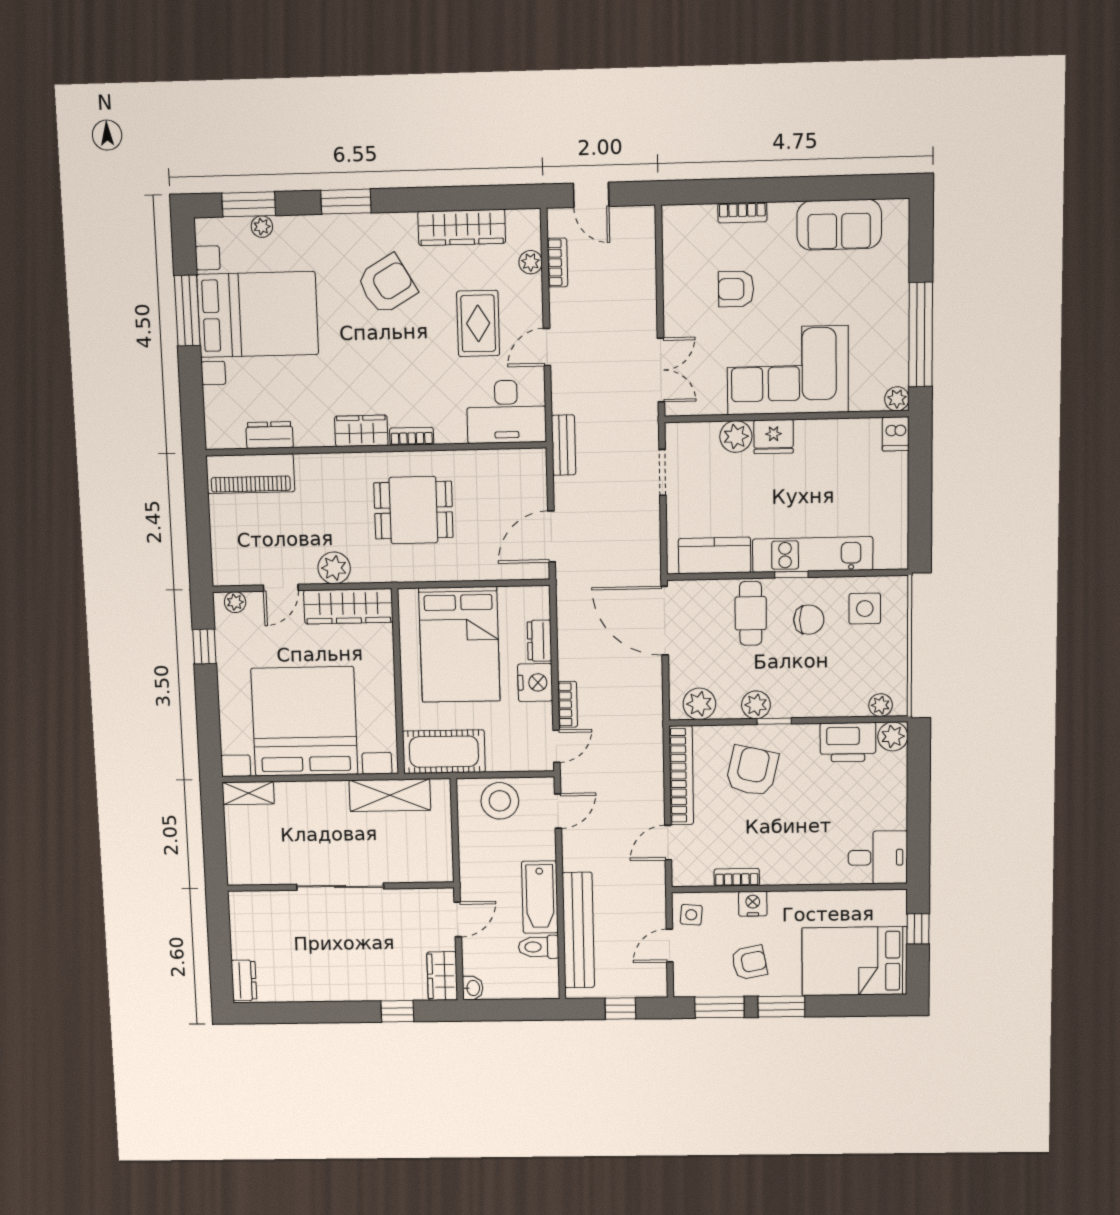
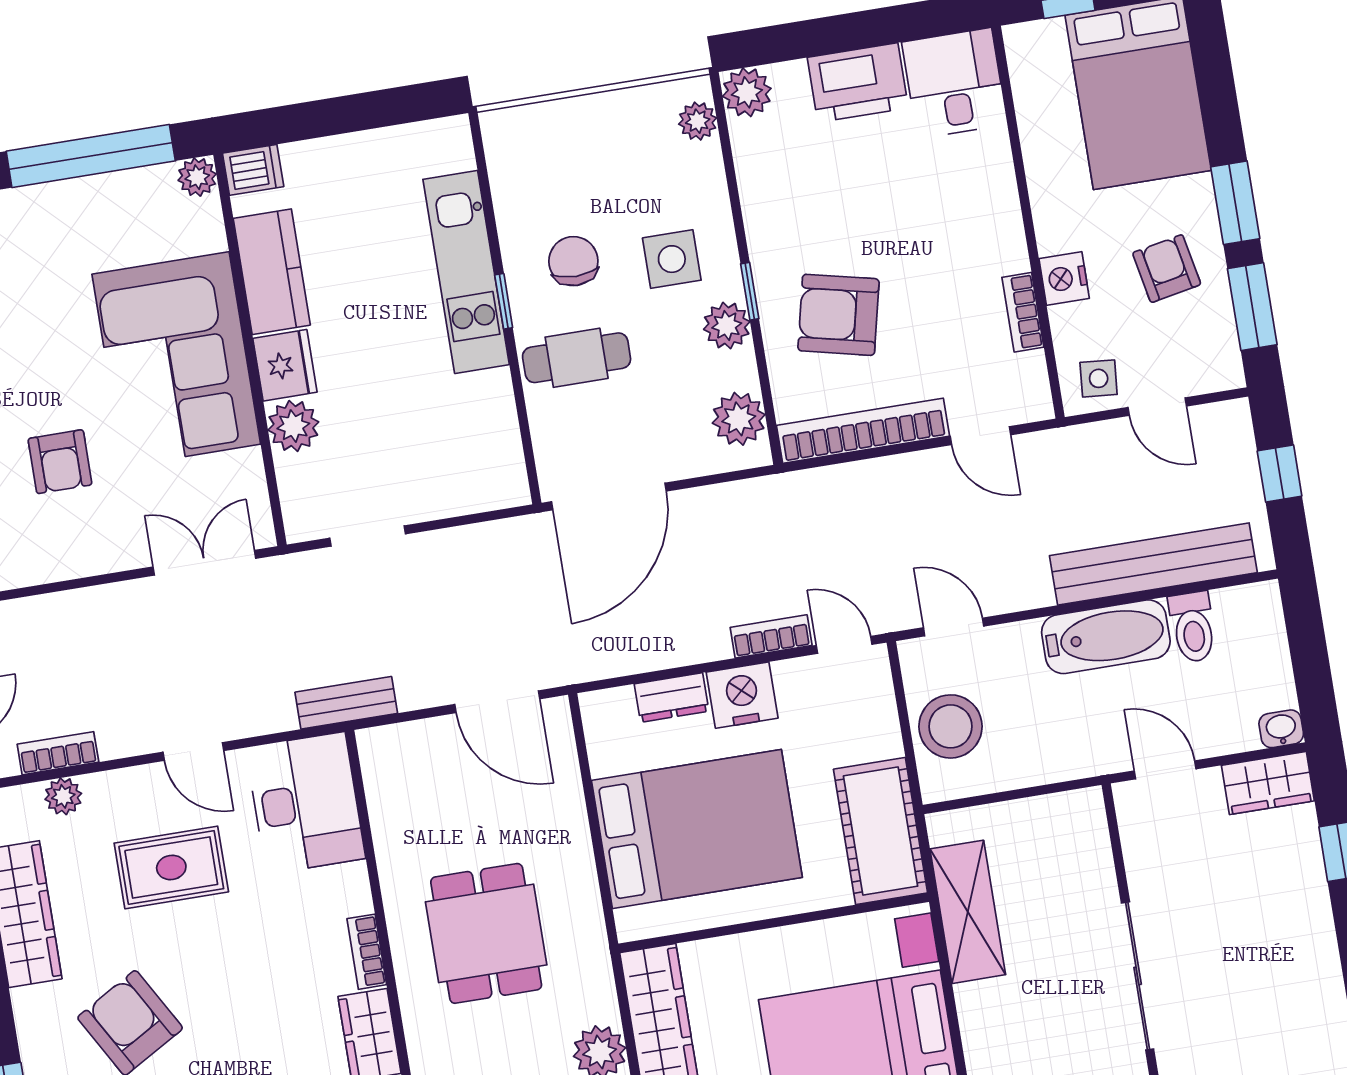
kitchen counter: (715, 556) -> (272, 272), moved, turned 180
side table: (865, 609) -> (672, 259), moved
printer: (848, 742) -> (858, 83), moved, turned 90

